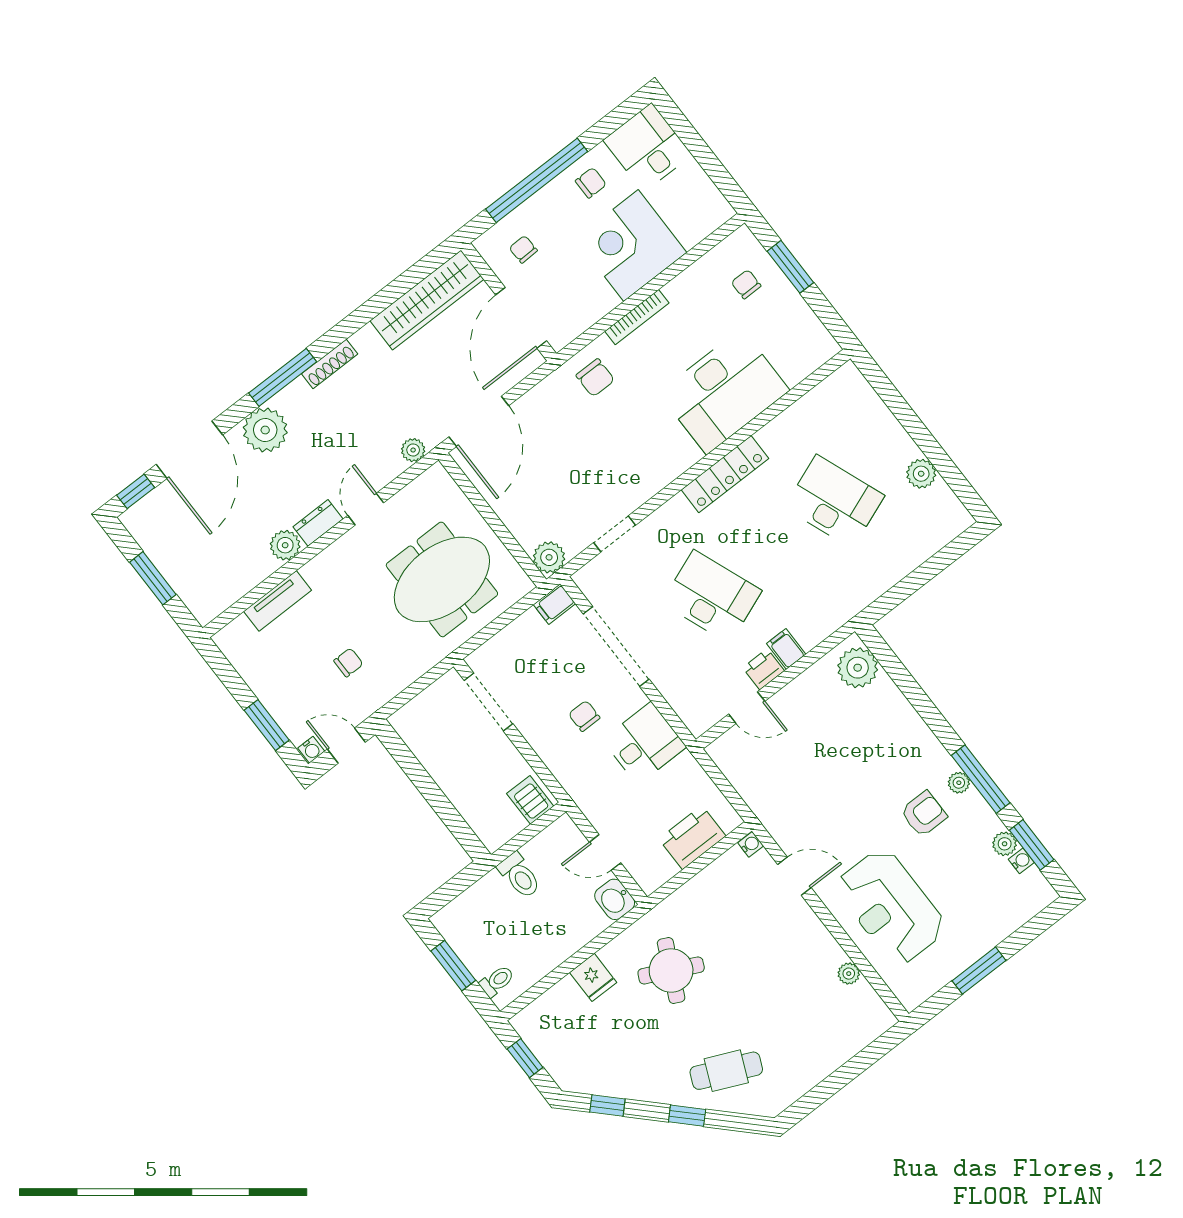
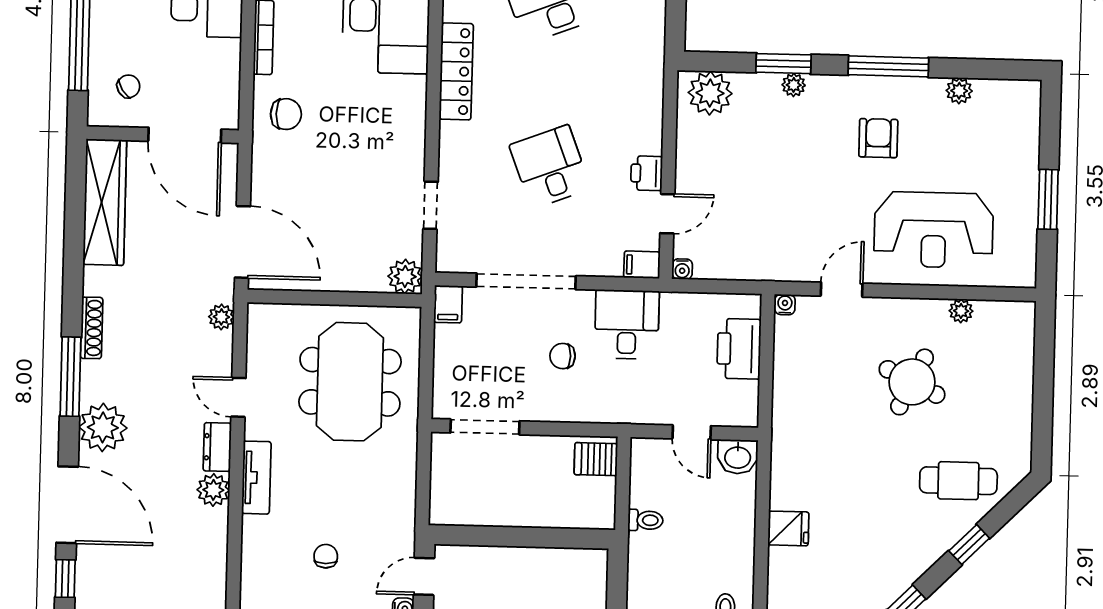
chair: (523, 249) -> (128, 86), turned 149
desk: (712, 597) -> (550, 167), width x0.73
tv unit: (278, 601) -> (256, 478), moved
filing cabinet: (786, 649) -> (642, 265), moved
chair: (348, 662) -> (326, 556), moved
plant: (959, 783) -> (794, 85), moved
window: (1032, 845) -> (784, 64), moved
door: (605, 852) -> (692, 432), hinge flipped
water cooler: (1021, 861) -> (682, 269), moved, turned 180
toilet: (519, 876) -> (645, 520), width x0.73, depth x0.72
round table: (671, 970) -> (912, 382), moved
cafe table: (726, 1071) -> (958, 481), turned 66

